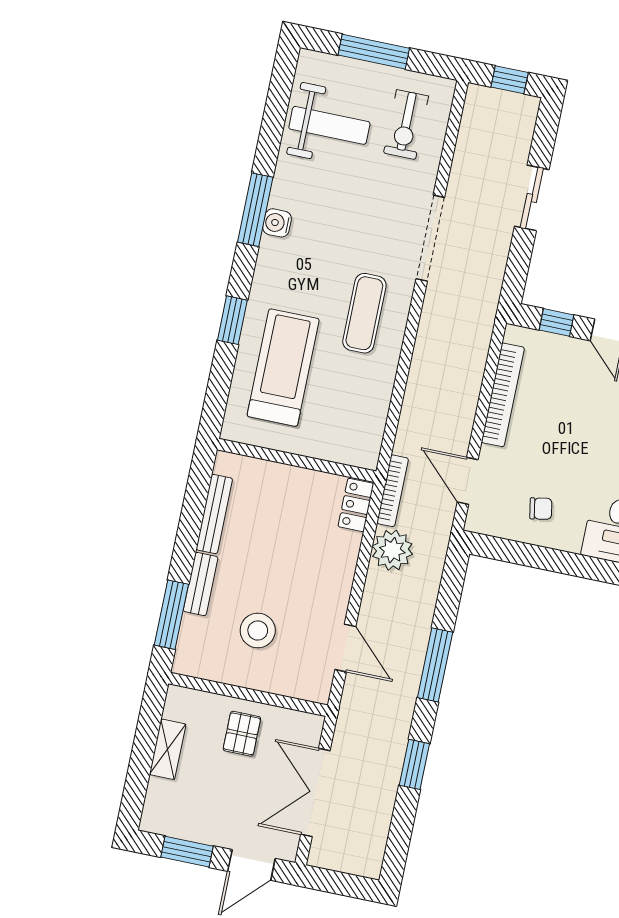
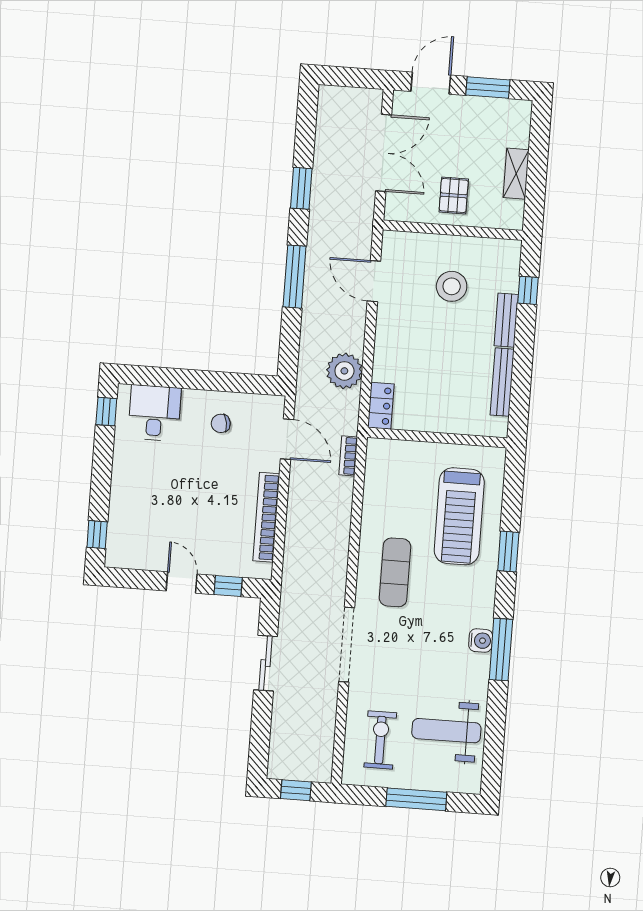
sliding door: (532, 198) -> (266, 663), moved
bookcase: (393, 491) -> (348, 456), moved, width x0.64
window: (171, 615) -> (528, 290), width x0.46

